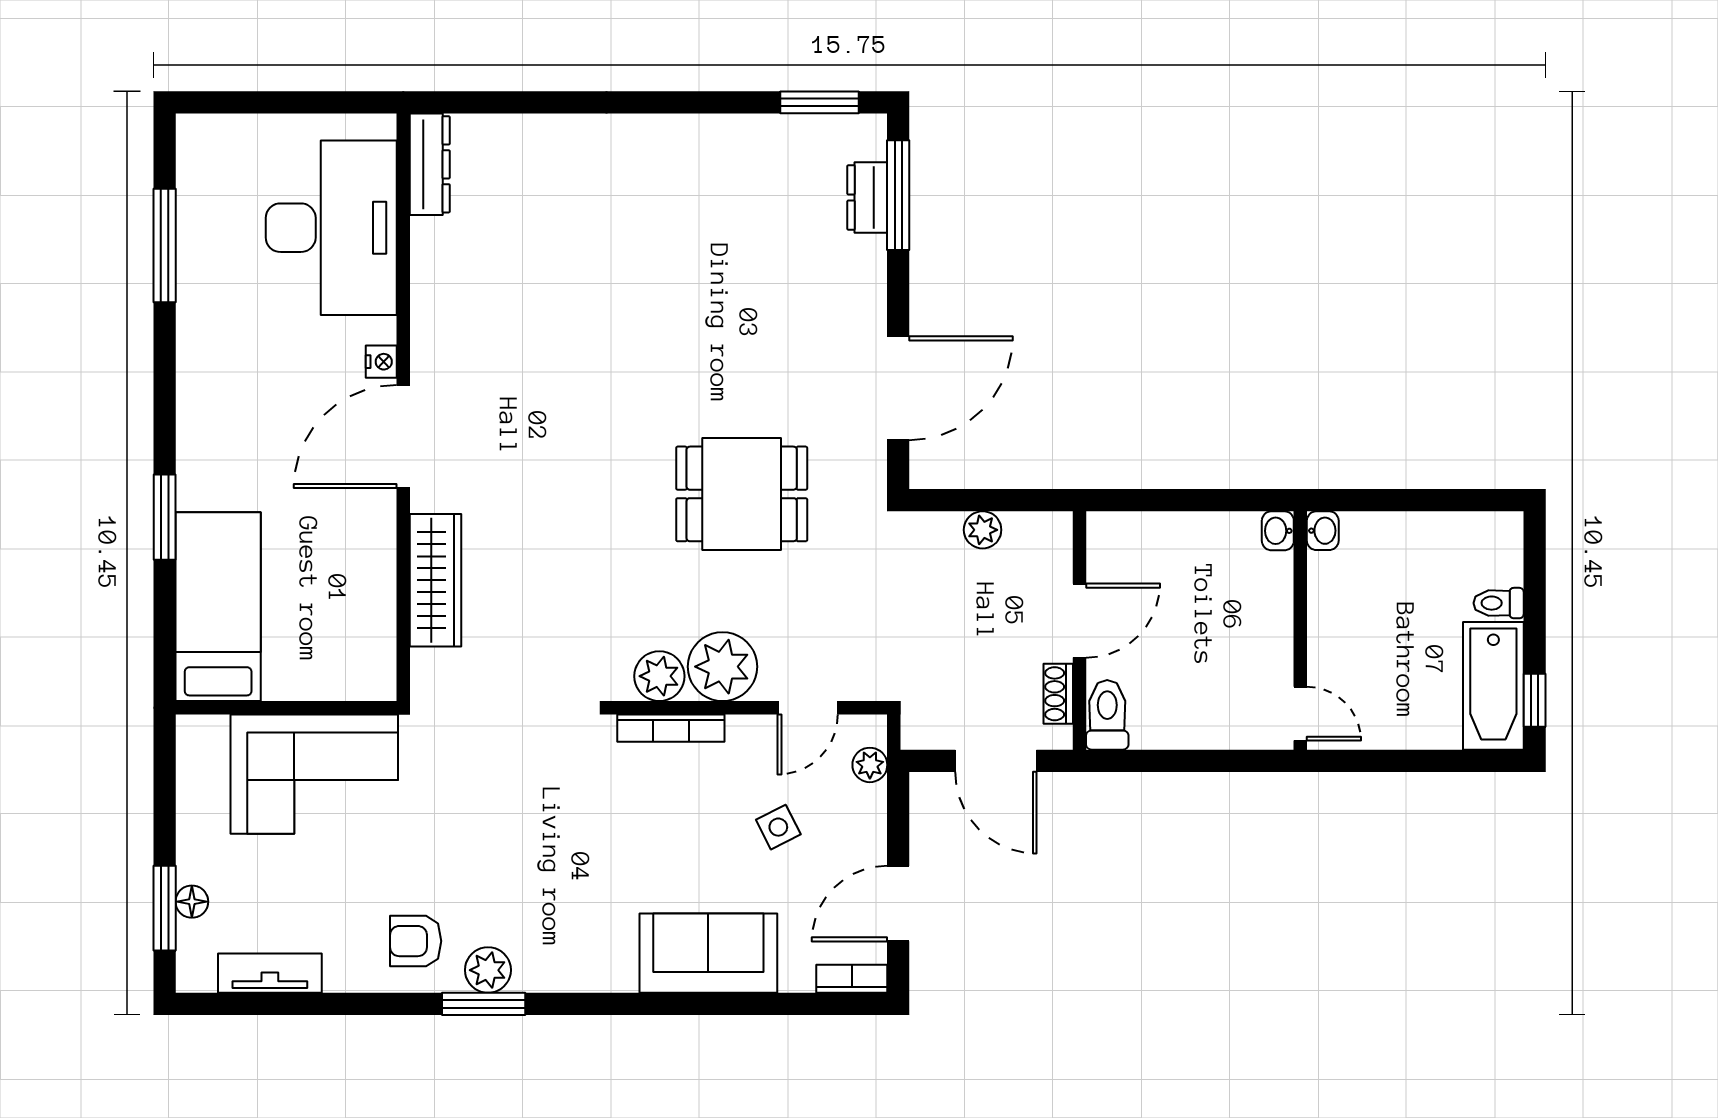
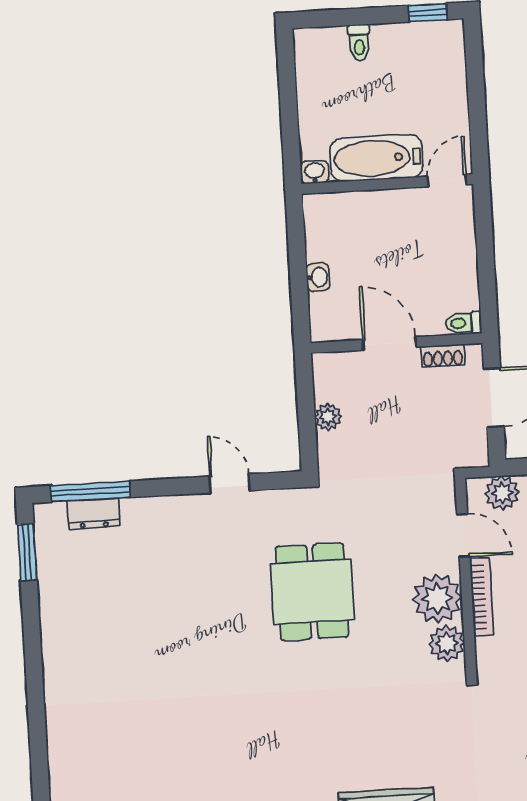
door: (898, 388) -> (230, 484), width x0.53
washbasin: (1278, 531) -> (318, 277), moved, turned -90
bathtub: (1493, 686) -> (376, 158), moved, turned 180
toilet: (1107, 715) -> (463, 323), width x0.73, depth x0.72
bookcase: (671, 728) -> (482, 597), moved
plant: (870, 765) -> (502, 493), width x1.38, depth x1.38

